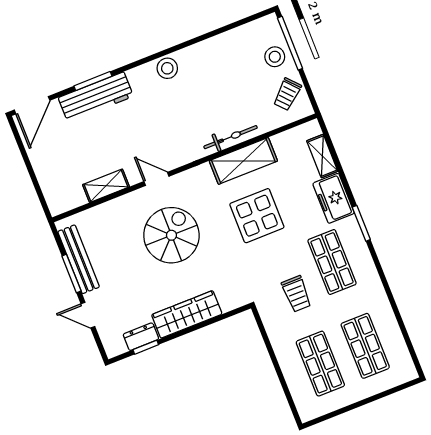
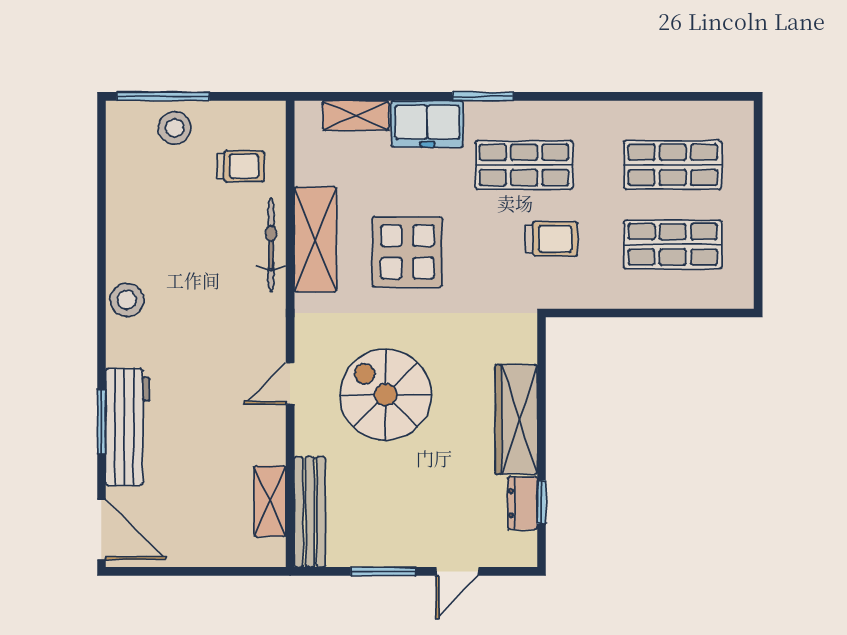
trolley: (287, 94) -> (241, 166), moved, turned -48
shelving: (106, 186) -> (270, 501), moved
bench: (79, 259) -> (310, 512), moved, turned 90

